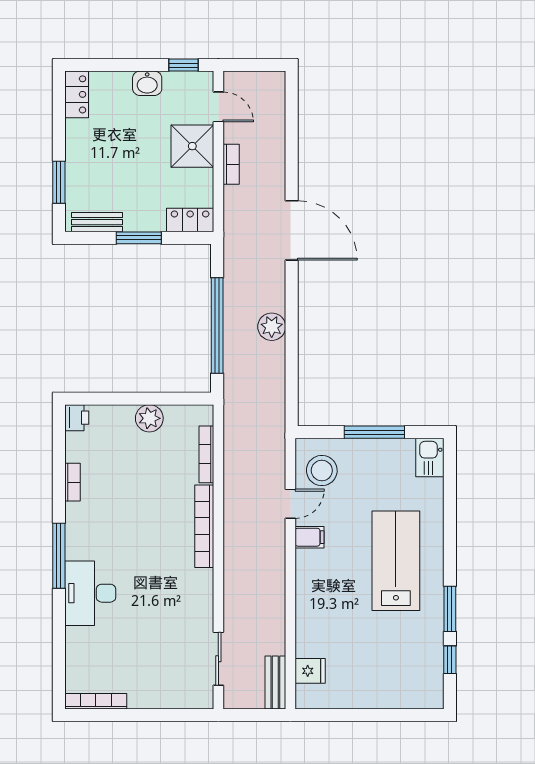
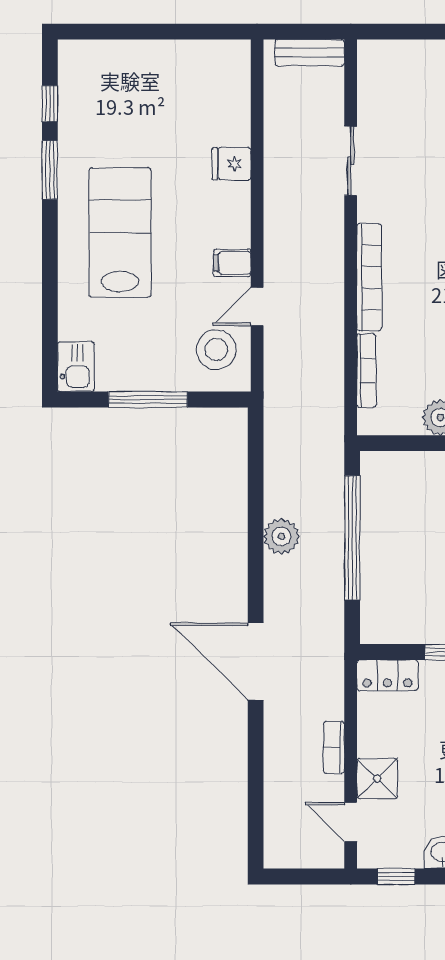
shower: (192, 146) -> (377, 778), width x0.73, depth x0.73
lab bench: (396, 561) -> (120, 232), turned 180
sliding door: (218, 659) -> (351, 161), moved
fridge: (310, 671) -> (231, 164), moved
bench: (275, 683) -> (310, 53), moved, turned 90

